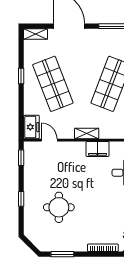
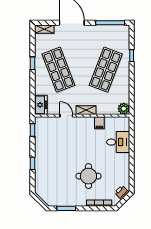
door: (49, 140) -> (66, 116), moved
filing cabinet: (97, 149) -> (99, 123), width x0.50
round table: (59, 207) -> (88, 176), moved

